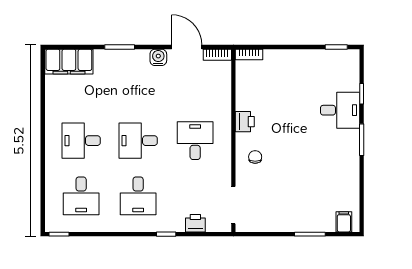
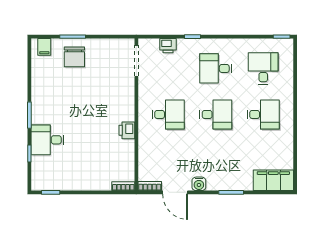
desk: (195, 141) -> (168, 114), turned -90
chair: (255, 157) -> (74, 57), moved, width x1.87, depth x1.87
desk: (138, 196) -> (216, 68), turned -90

